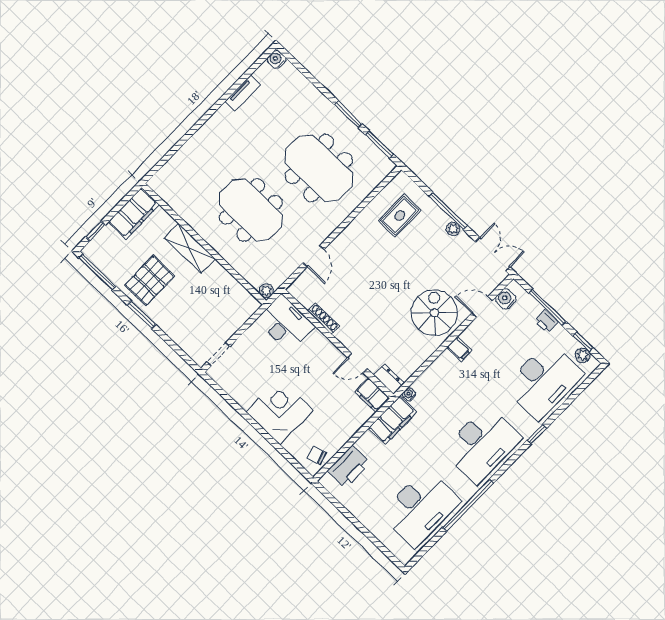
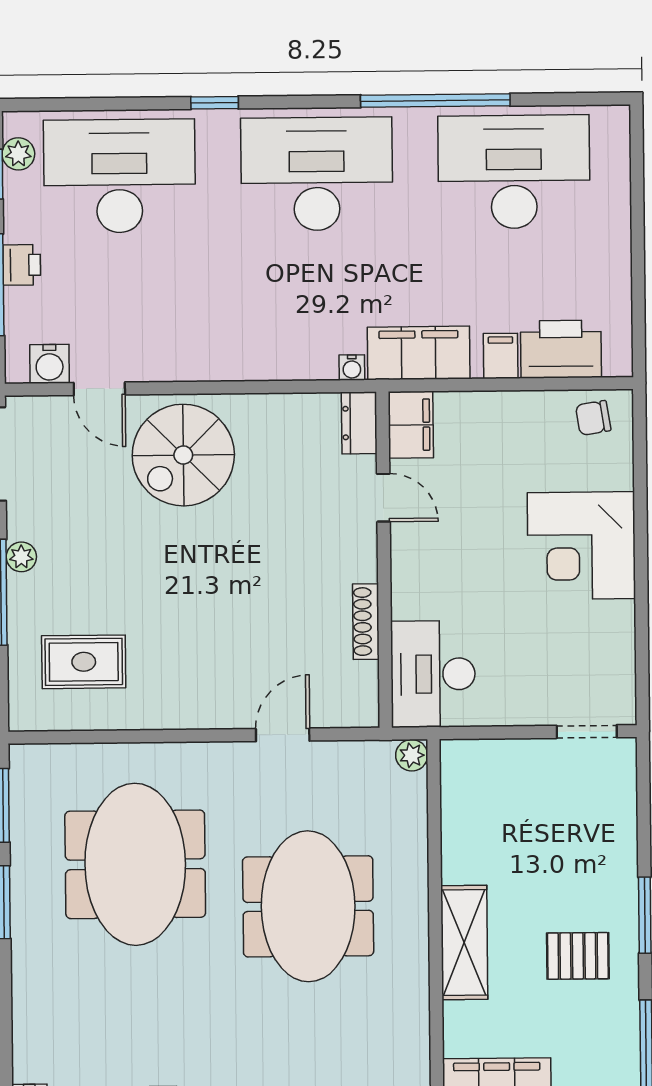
pallet: (150, 281) -> (578, 956), width x0.67, depth x0.71
filing cabinet: (459, 349) -> (501, 356), moved
chair: (317, 455) -> (593, 418), turned 98

